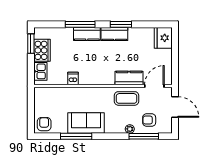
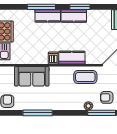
dishwasher: (73, 78) -> (53, 58), moved
kitchen counter: (129, 78) -> (72, 58), moved
sofa: (86, 123) -> (32, 76), moved, turned 180

